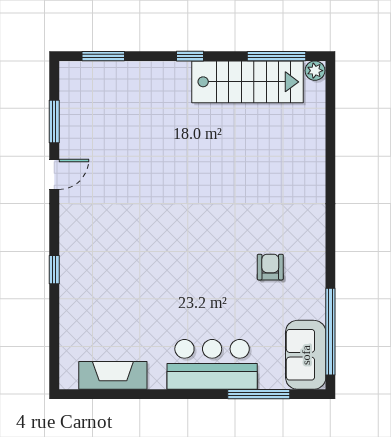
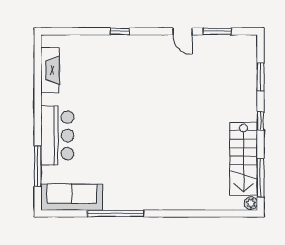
window: (103, 56) -> (261, 77), moved
armchair: (270, 267) -> (121, 174), removed
window: (330, 332) -> (116, 213), moved
sofa: (306, 355) -> (72, 197), width x1.36

